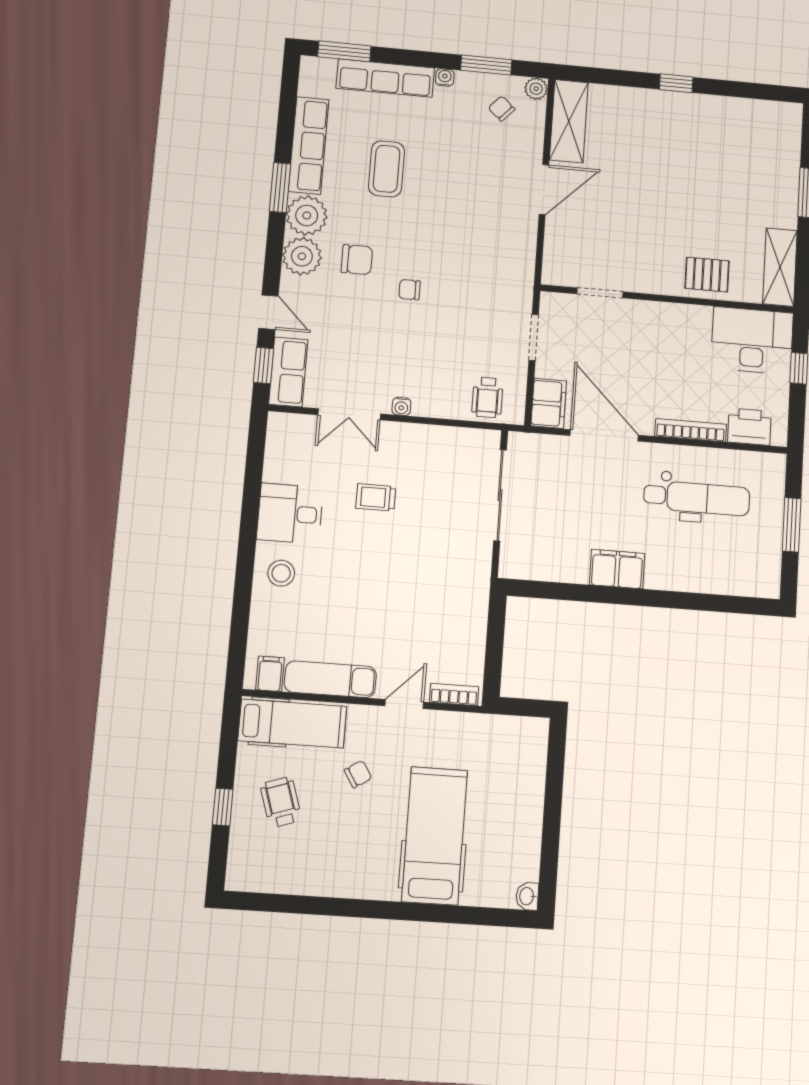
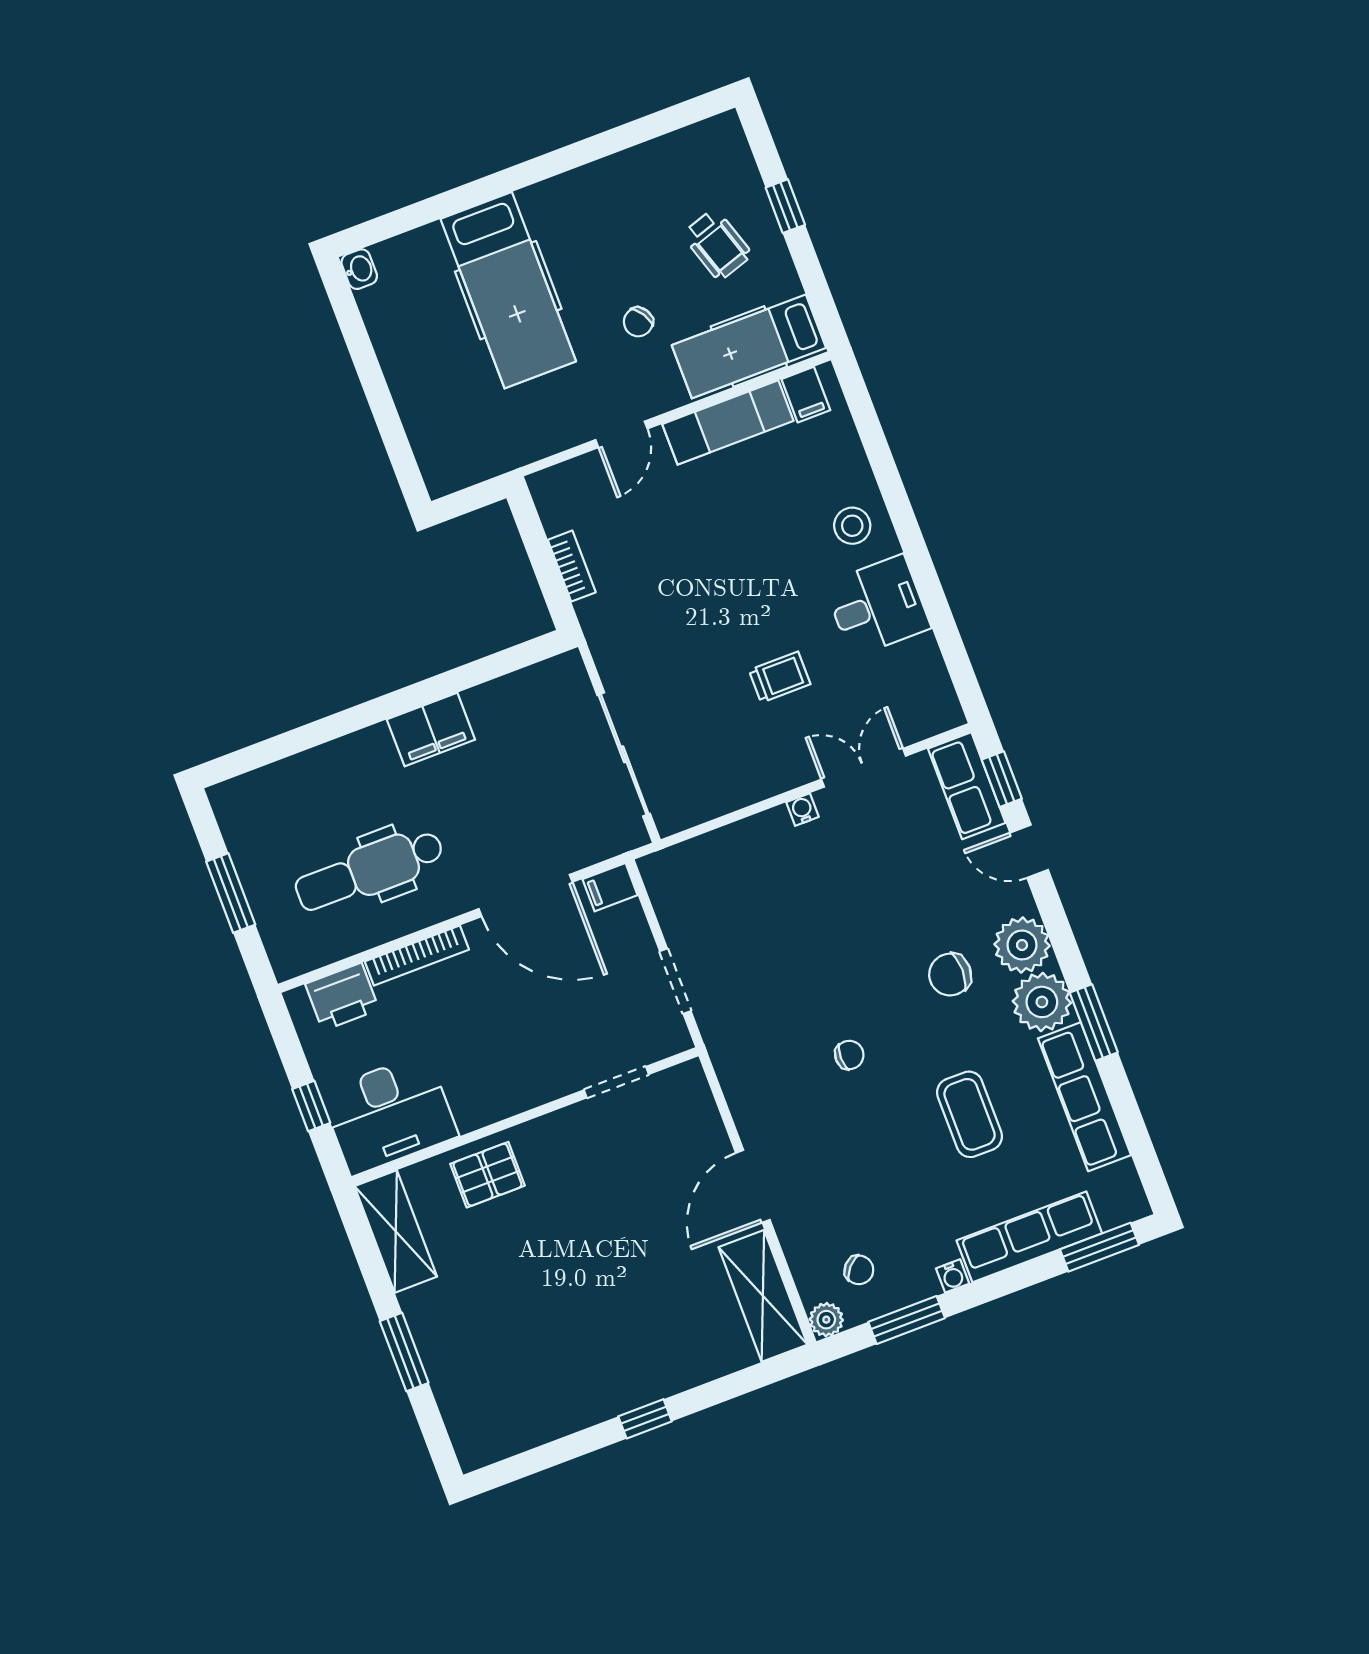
chair: (409, 290) -> (849, 1055), moved
wheelchair: (487, 397) -> (698, 874), removed
filing cabinet: (549, 403) -> (610, 887), width x0.50
bookcase: (454, 694) -> (572, 566), moved, turned -90

